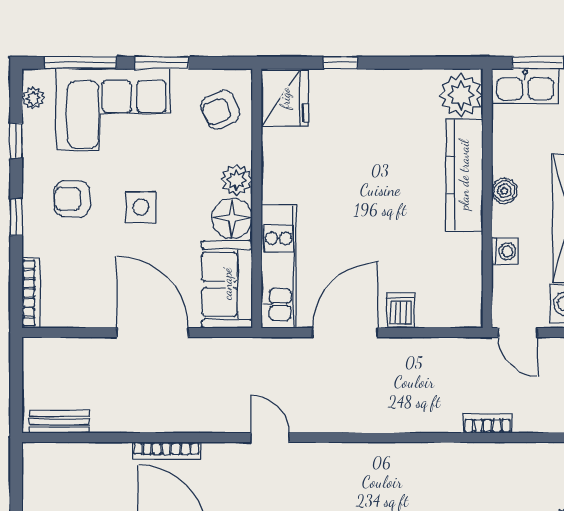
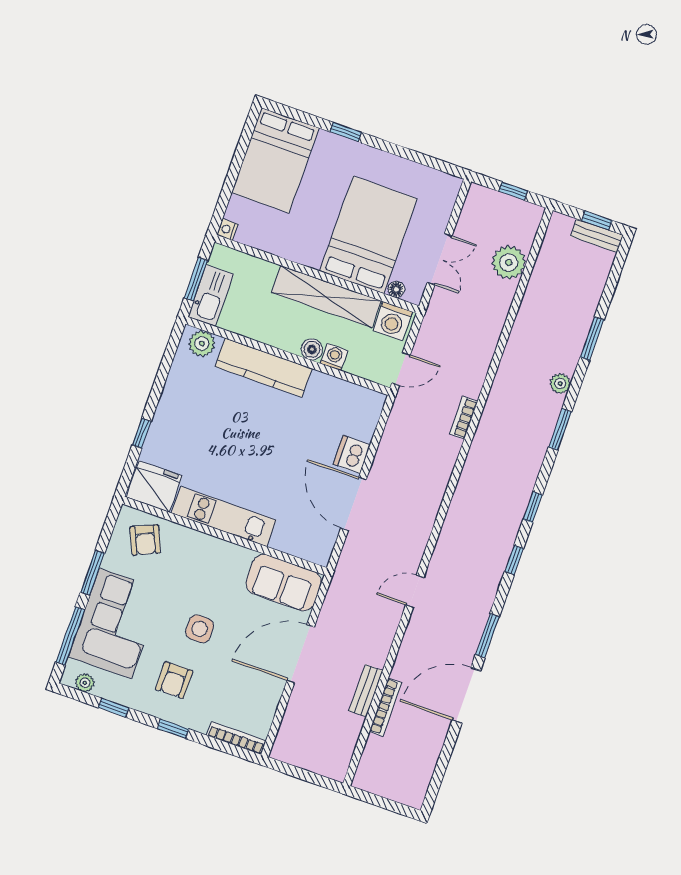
plant: (461, 95) -> (202, 343), width x0.73, depth x0.73
plant: (237, 180) -> (205, 546), removed
boiler: (504, 191) -> (312, 349), moved
floor lamp: (232, 218) -> (233, 560), removed
kitchen unit: (278, 266) -> (224, 517), moved
dishwasher: (401, 311) -> (352, 454), width x1.38
bench: (59, 422) -> (366, 691), moved
bookcase: (166, 451) -> (386, 707), moved

